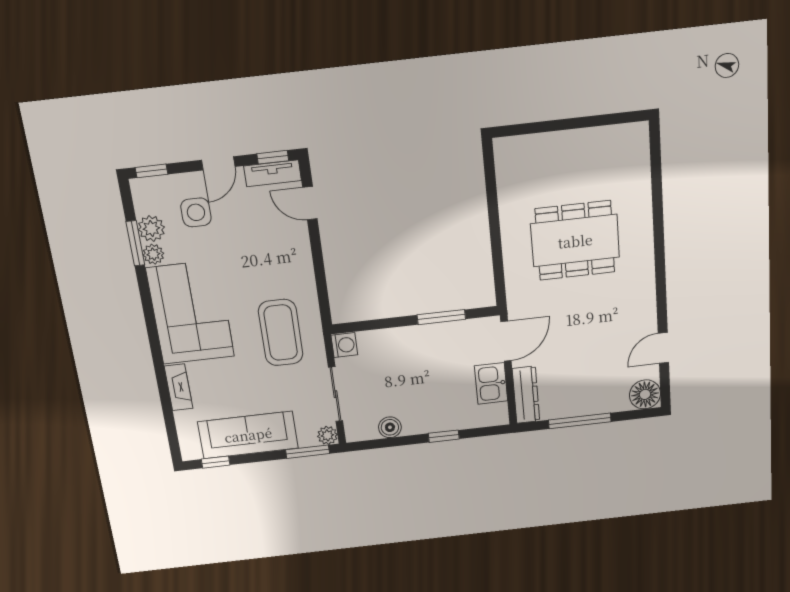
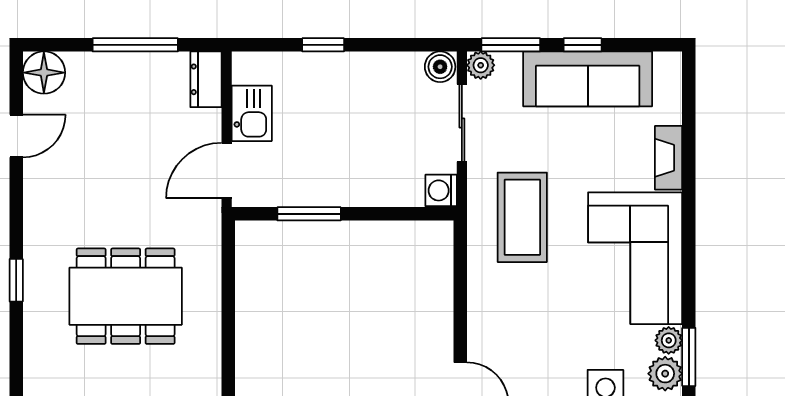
window: (659, 243) -> (16, 280), added
dresser: (526, 395) -> (206, 79), width x0.70
boiler: (390, 427) -> (440, 67), moved
window: (216, 462) -> (583, 45), moved

